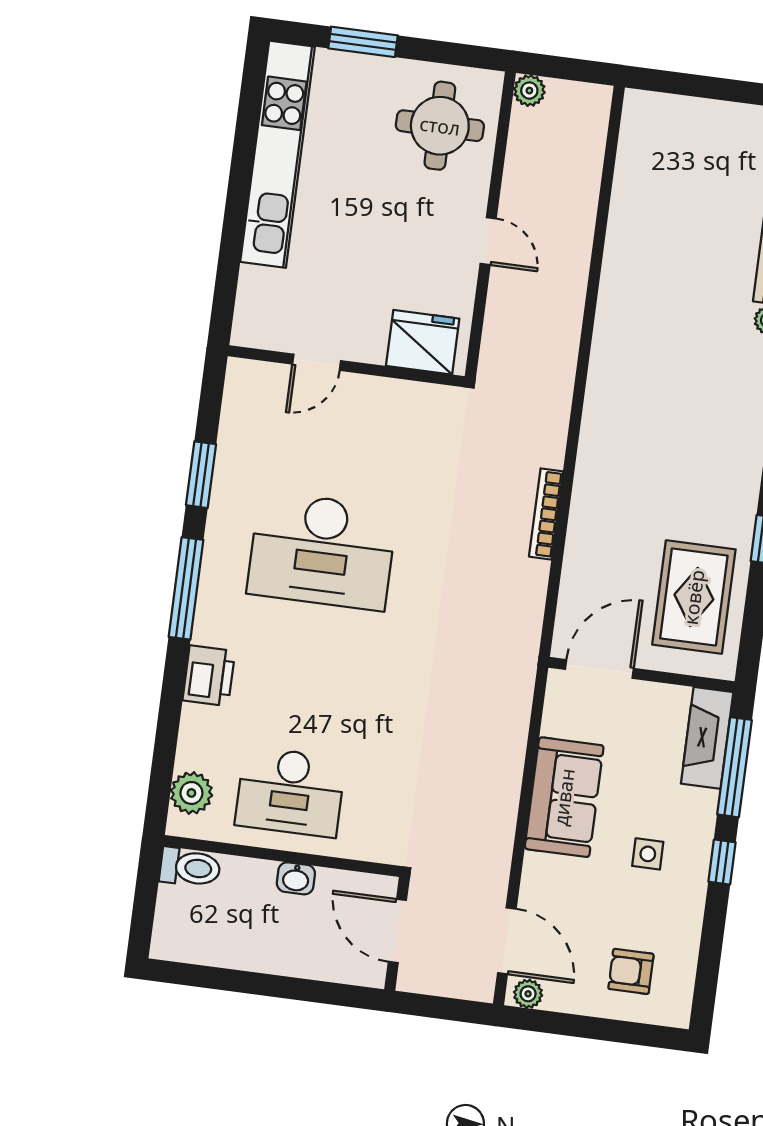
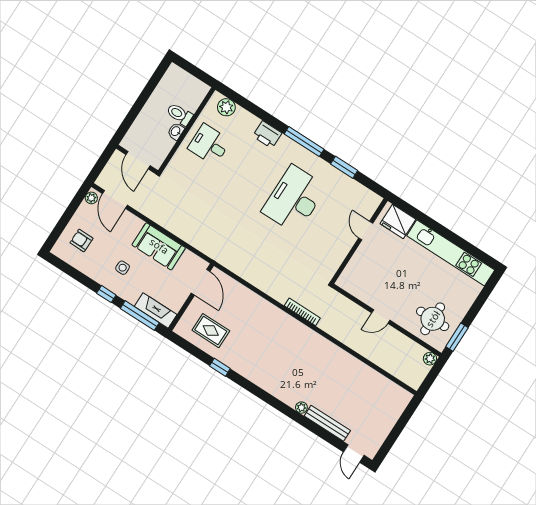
window: (363, 42) -> (457, 337), moved
fridge: (423, 342) -> (398, 221), moved, turned 90
bookcase: (546, 514) -> (302, 312), moved
rug: (694, 597) -> (211, 331), width x0.73, depth x0.70
desk: (290, 792) -> (209, 145), width x0.73
toilet: (190, 867) -> (180, 114), moved, turned 90
door: (397, 931) -> (138, 160), swing flipped
door: (507, 941) -> (115, 199), hinge flipped
armchair: (631, 971) -> (81, 241), turned -89

